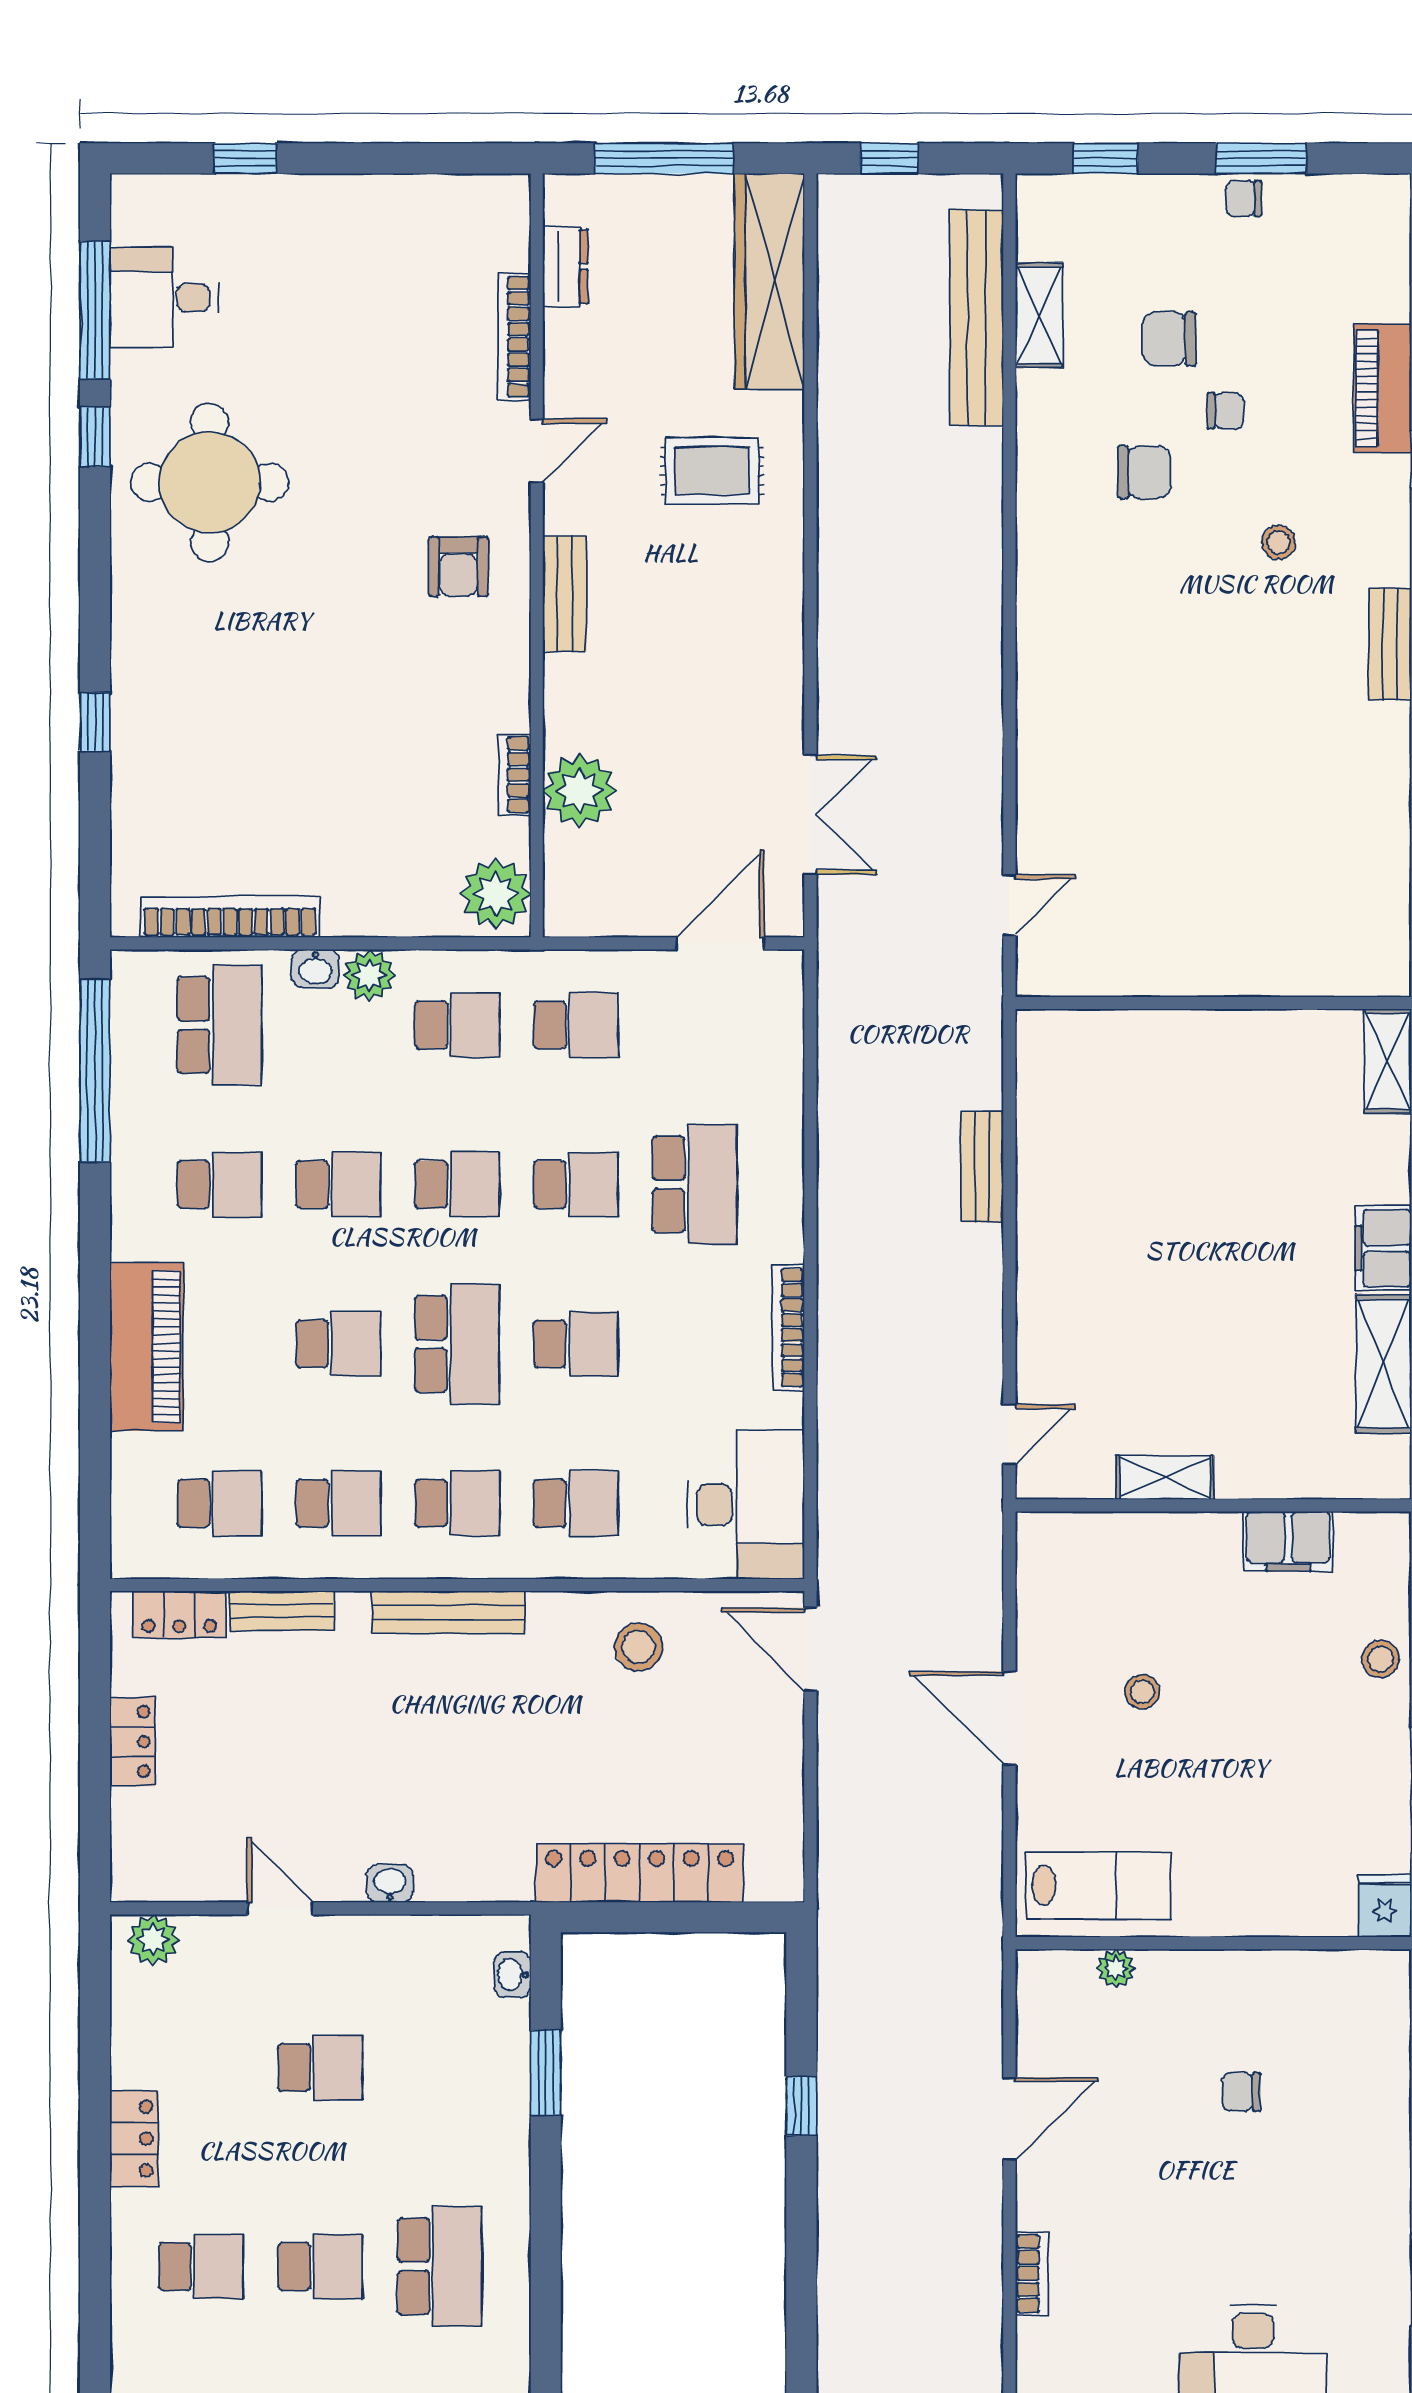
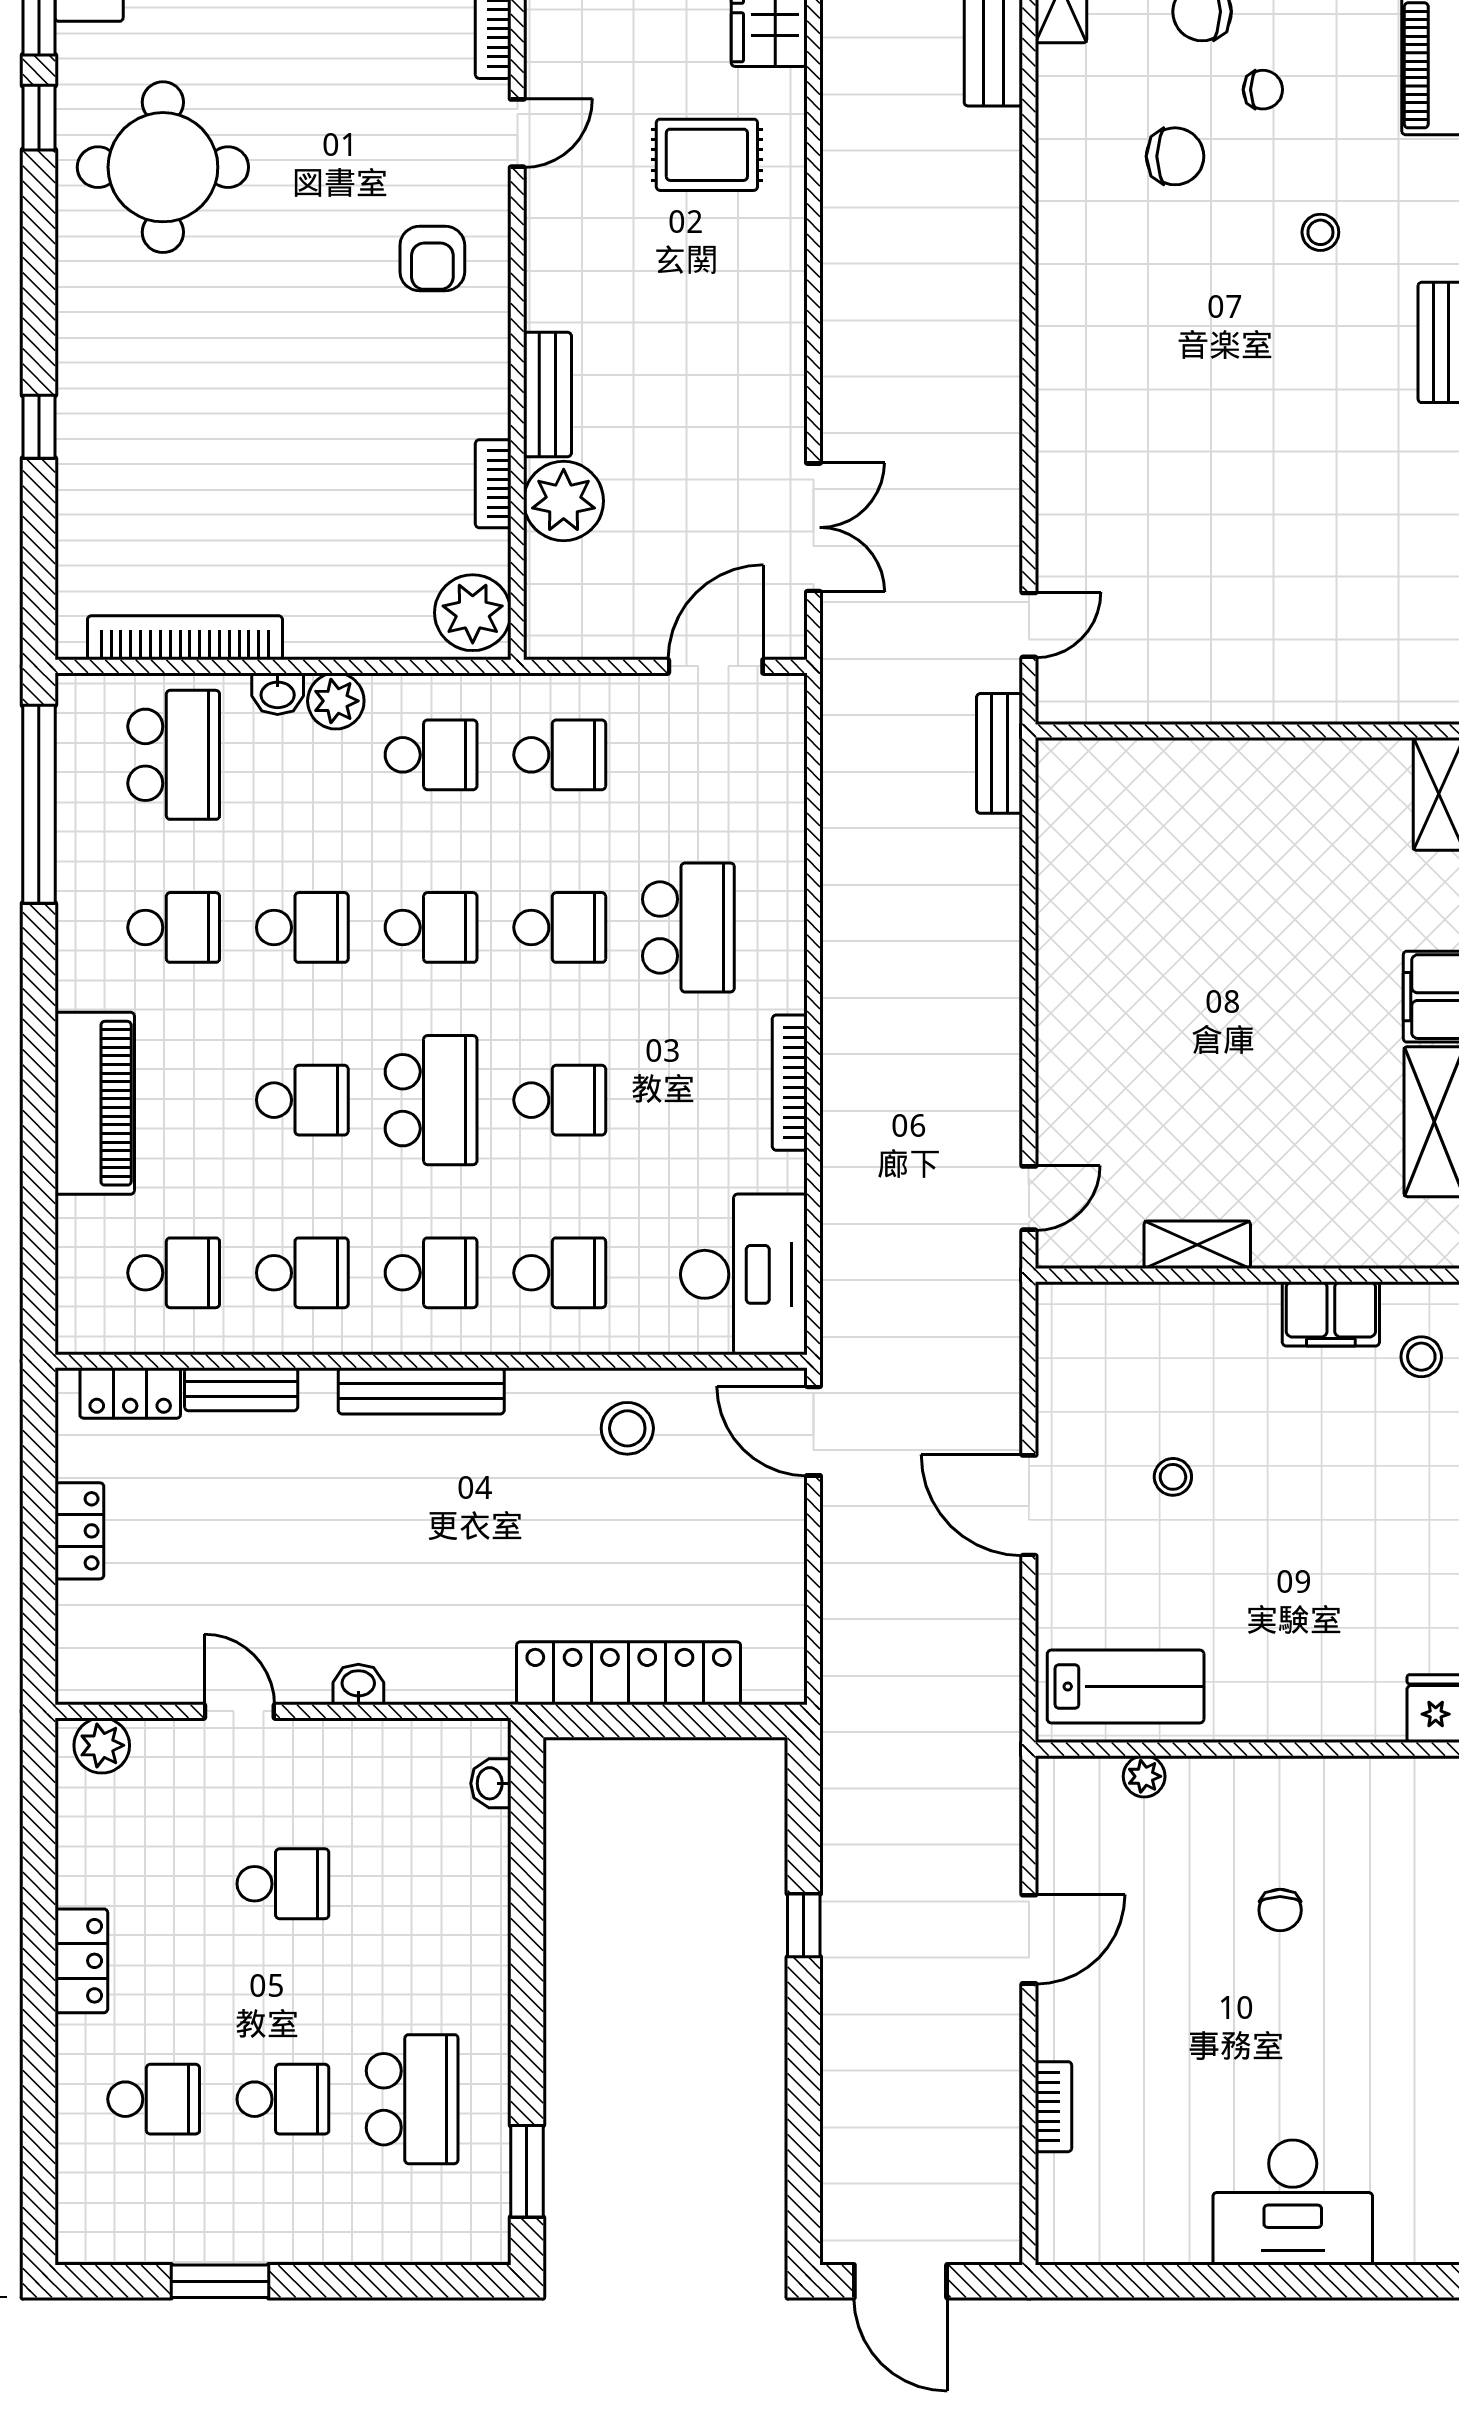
bench: (565, 594) -> (548, 395), moved
bench: (982, 1167) -> (1000, 753), moved
stool: (1381, 1659) -> (1421, 1357), moved
window: (546, 2072) -> (527, 2171), moved
chair: (1241, 2092) -> (1280, 1910), turned -90

